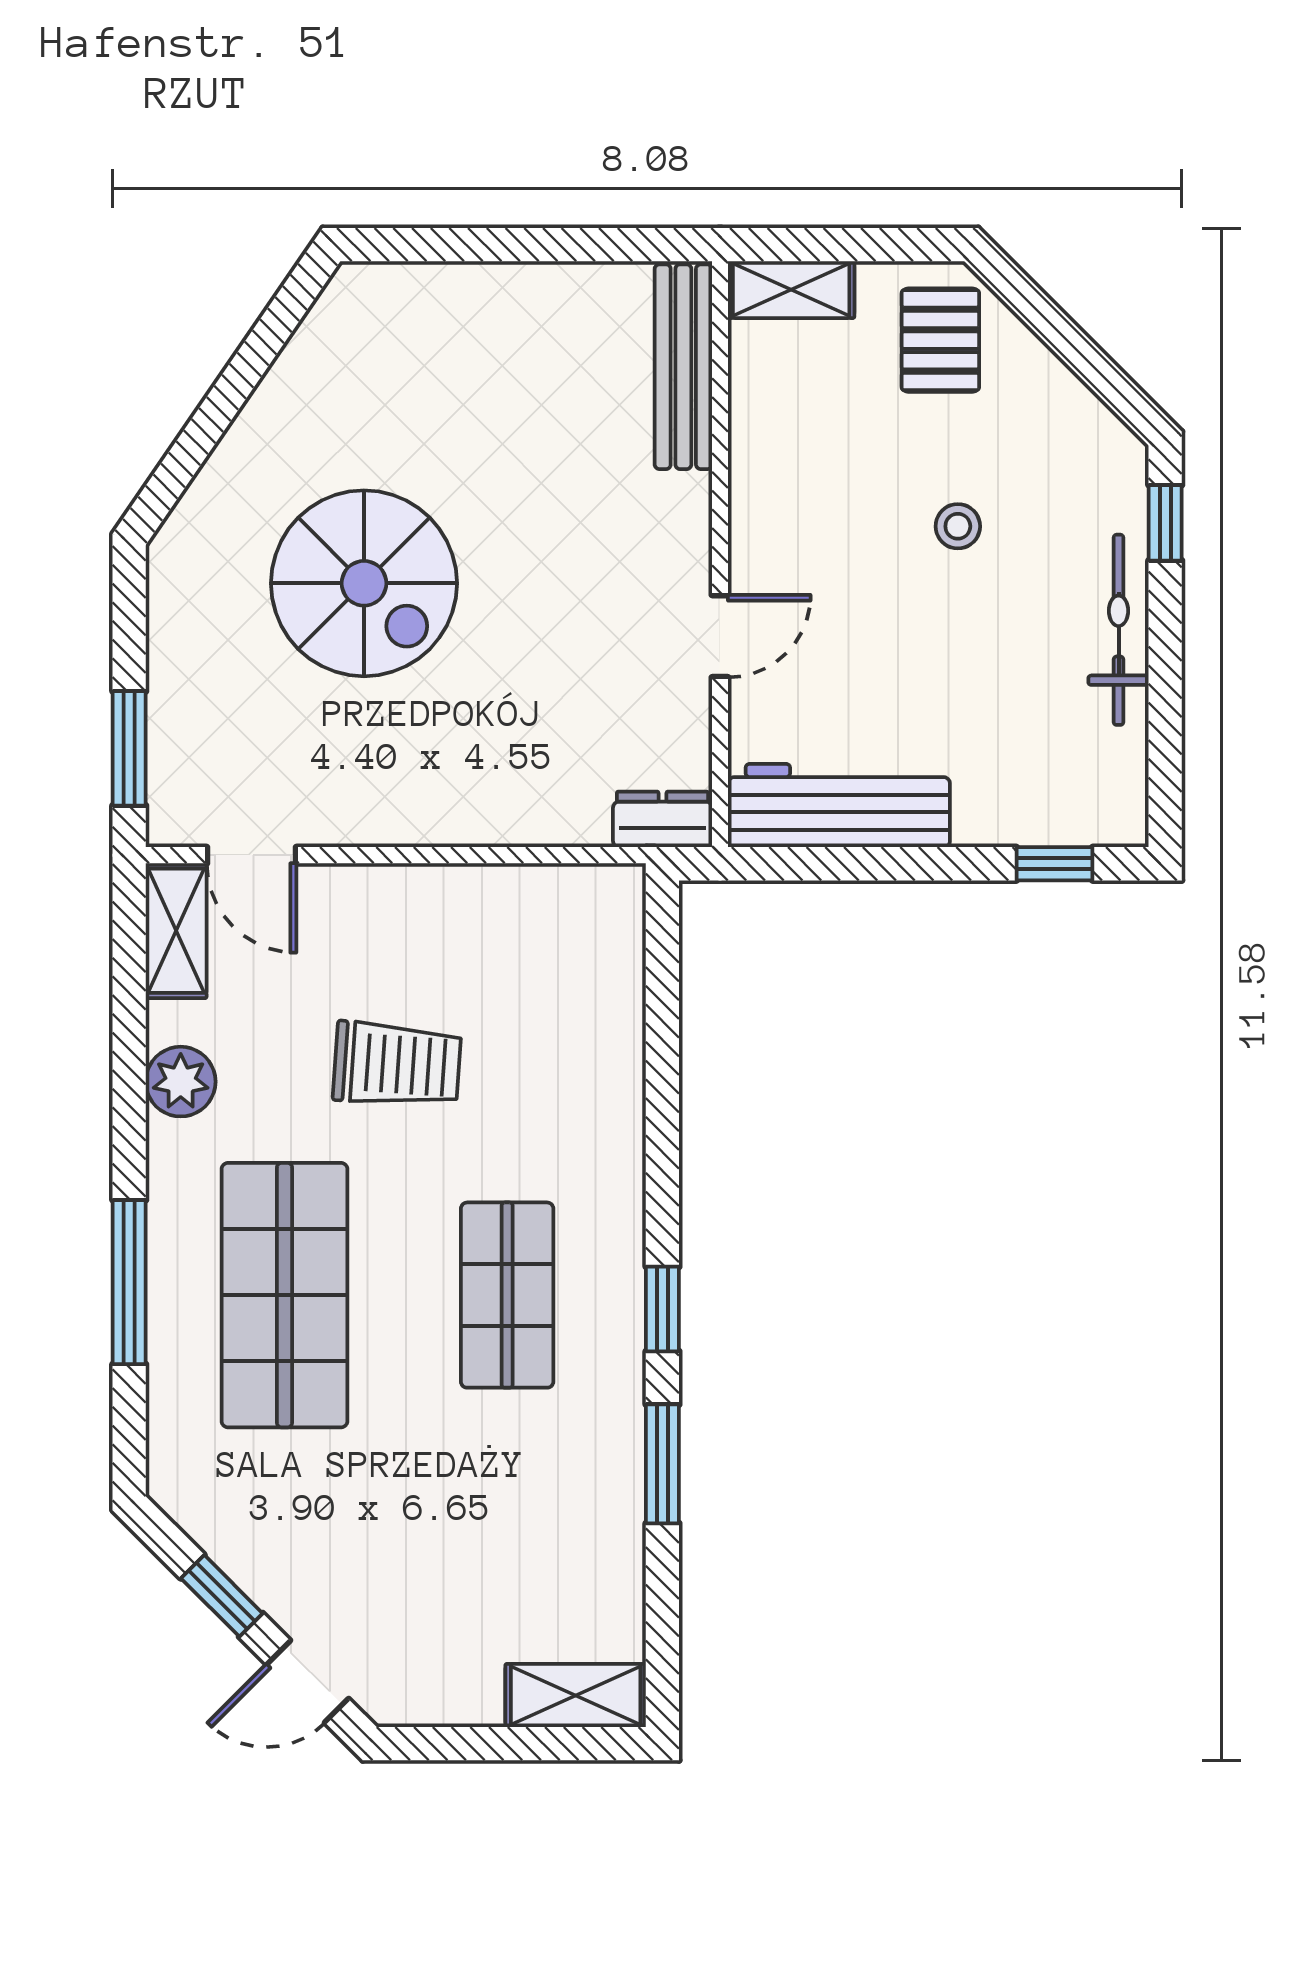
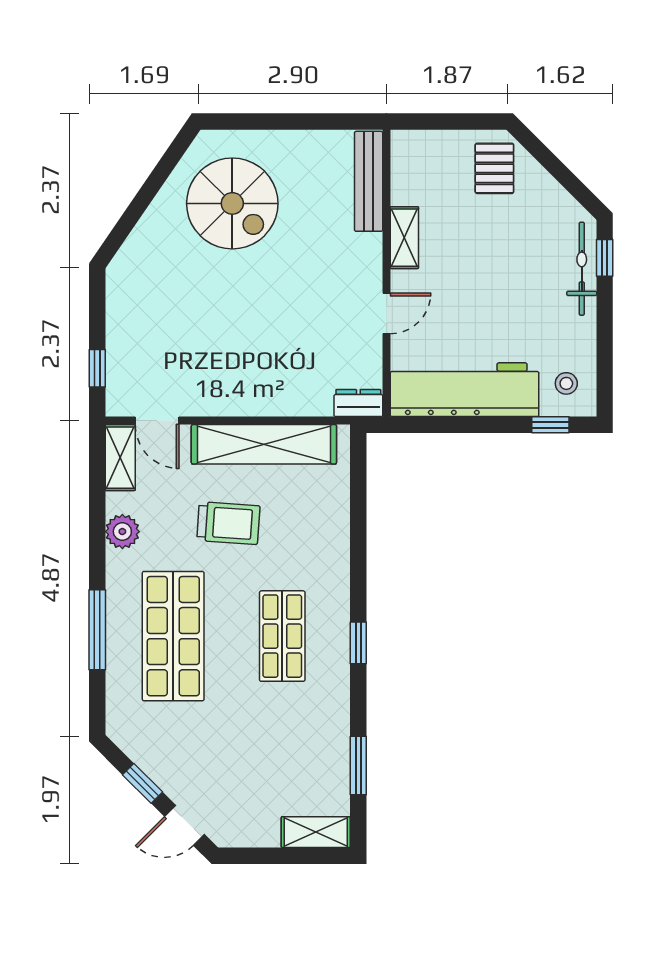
shelving: (791, 290) -> (404, 238), moved, turned 90
stool: (958, 526) -> (566, 383), moved
spiral stairs: (364, 583) -> (232, 203), moved
bicycle: (1119, 630) -> (582, 269), moved
window: (129, 748) -> (97, 368), width x0.67
workbench: (839, 806) -> (465, 390), width x1.36, depth x1.32
shelving: (470, 903) -> (264, 444), added
window: (662, 1464) -> (358, 765), moved

